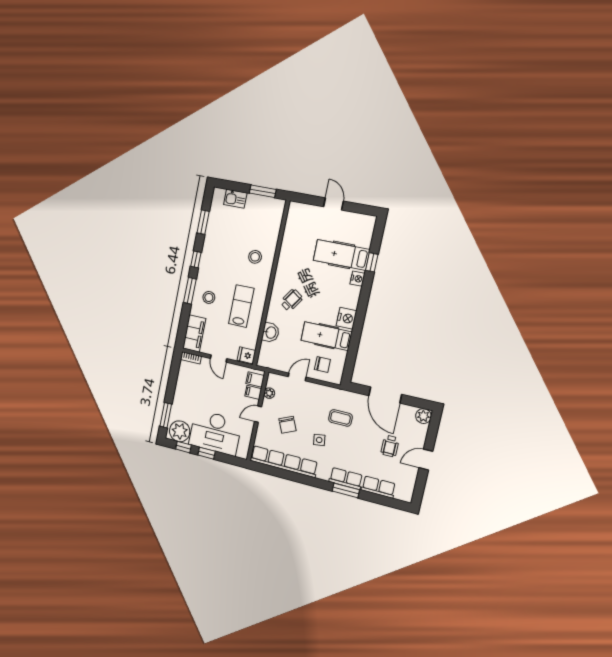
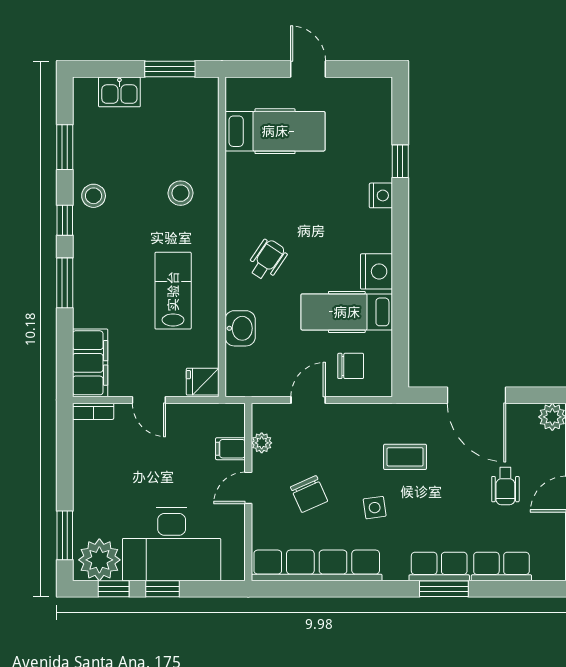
hospital bed: (341, 255) -> (275, 131), moved, turned 180
stool: (209, 297) -> (94, 196), moved
filing cabinet: (255, 379) -> (229, 423), removed

